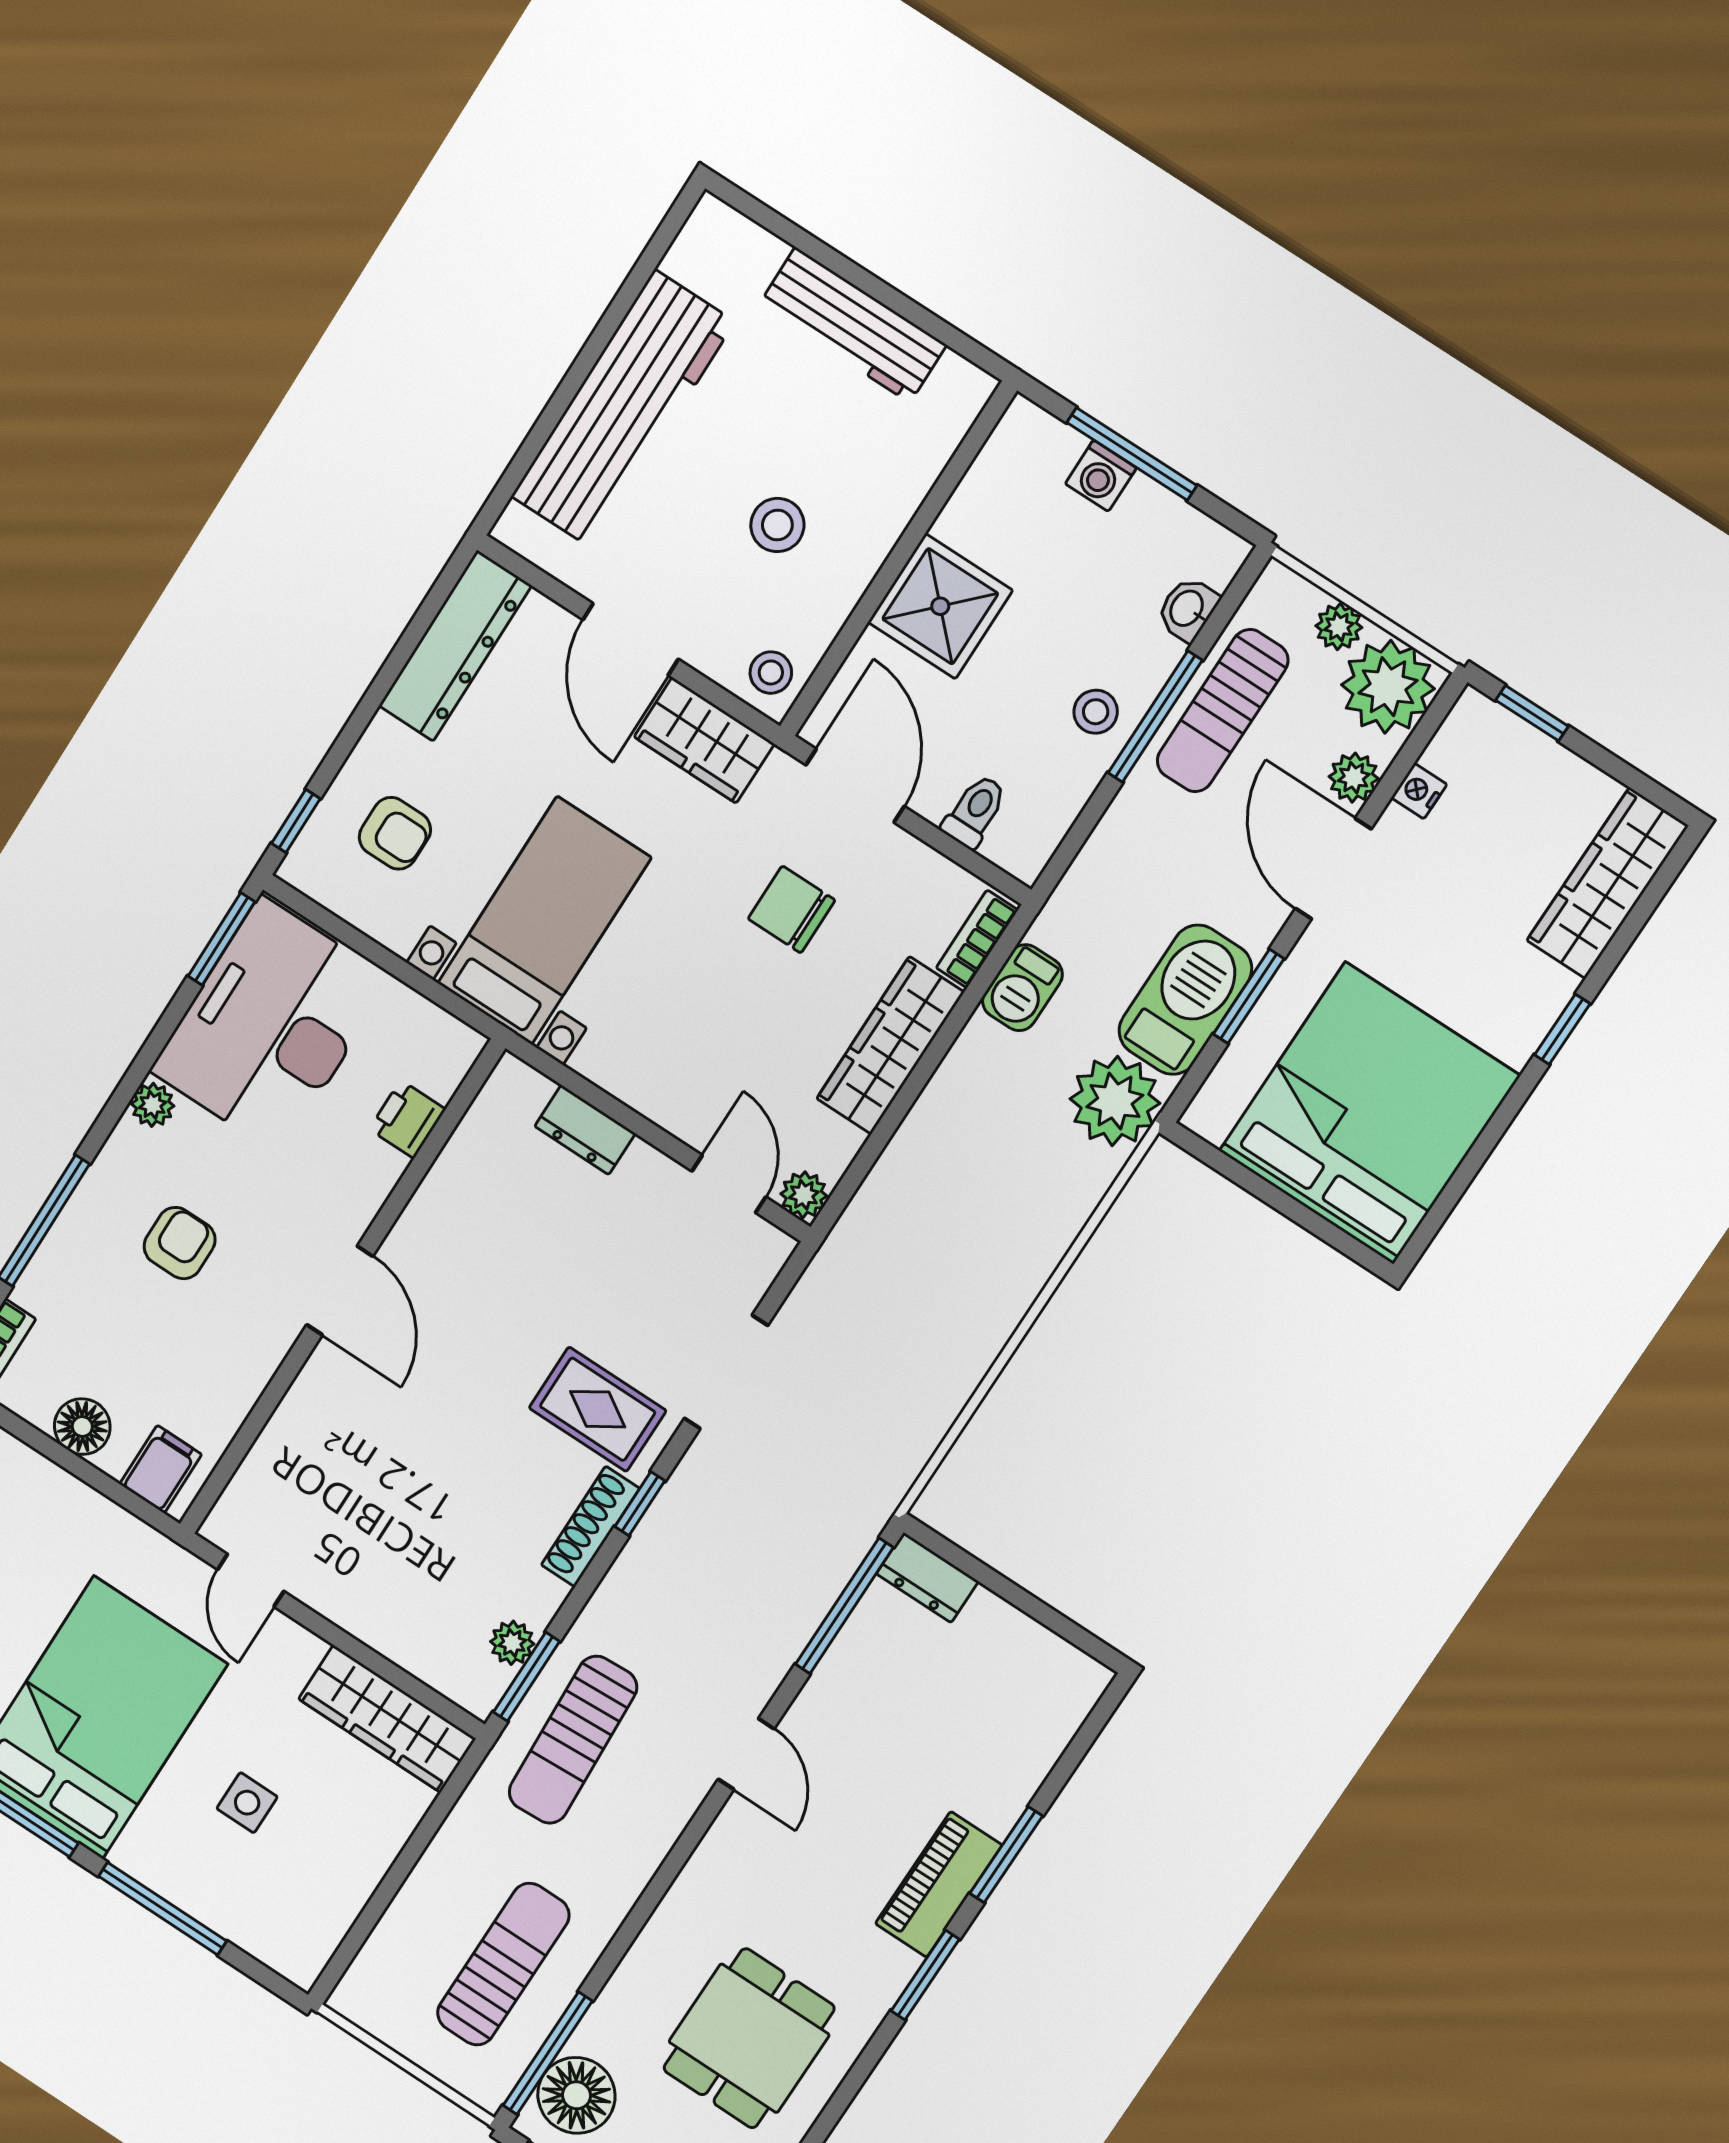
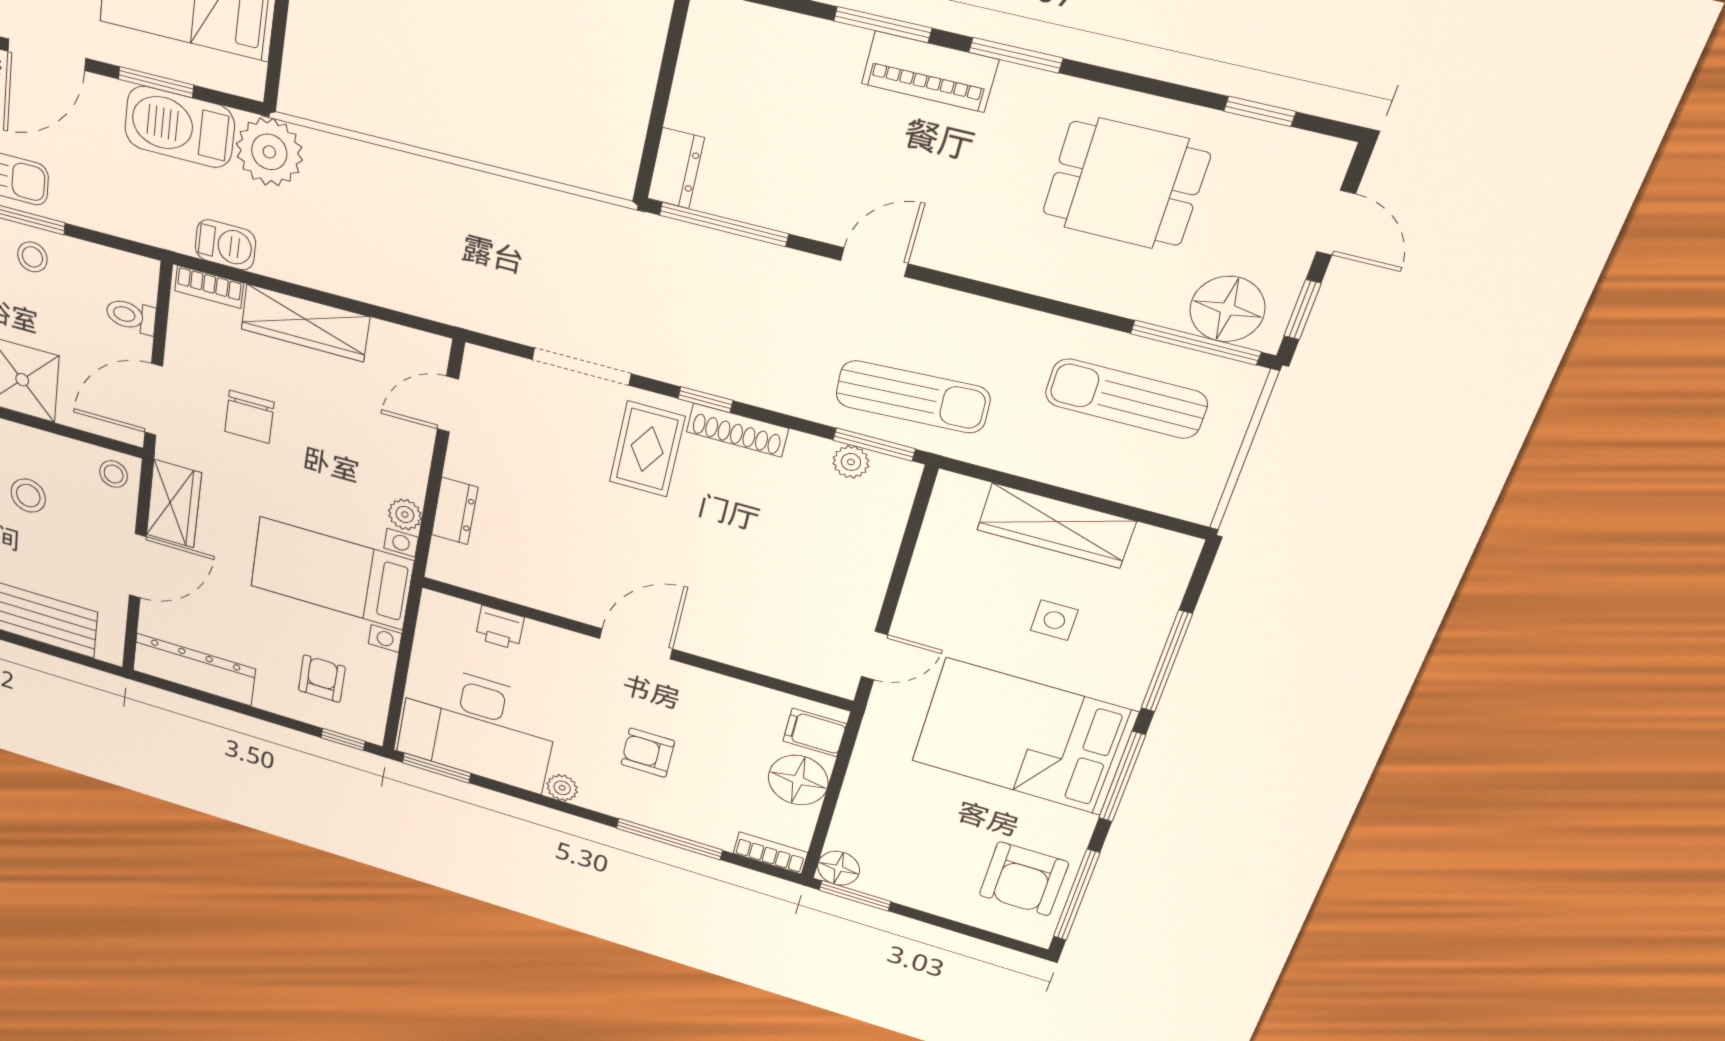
plant: (804, 1195) -> (405, 514), moved
floor lamp: (82, 1427) -> (798, 780), width x1.38, depth x1.38
wardrobe: (387, 1719) -> (1056, 526), moved, turned 90

